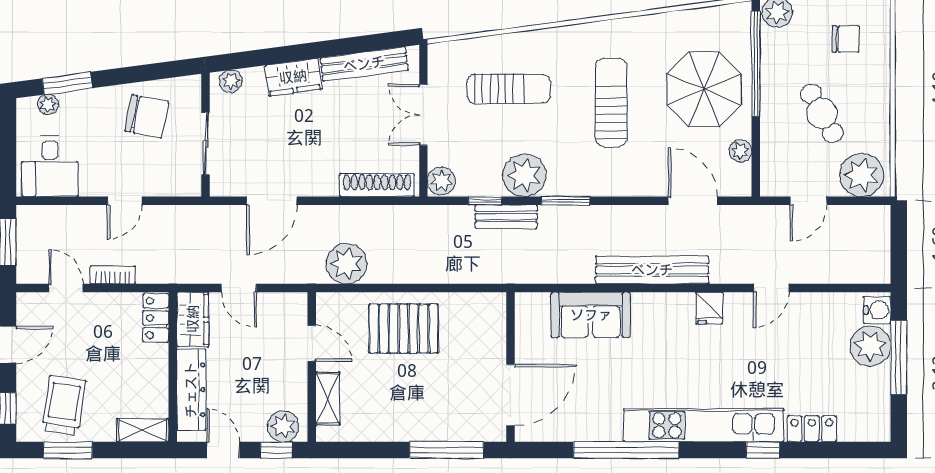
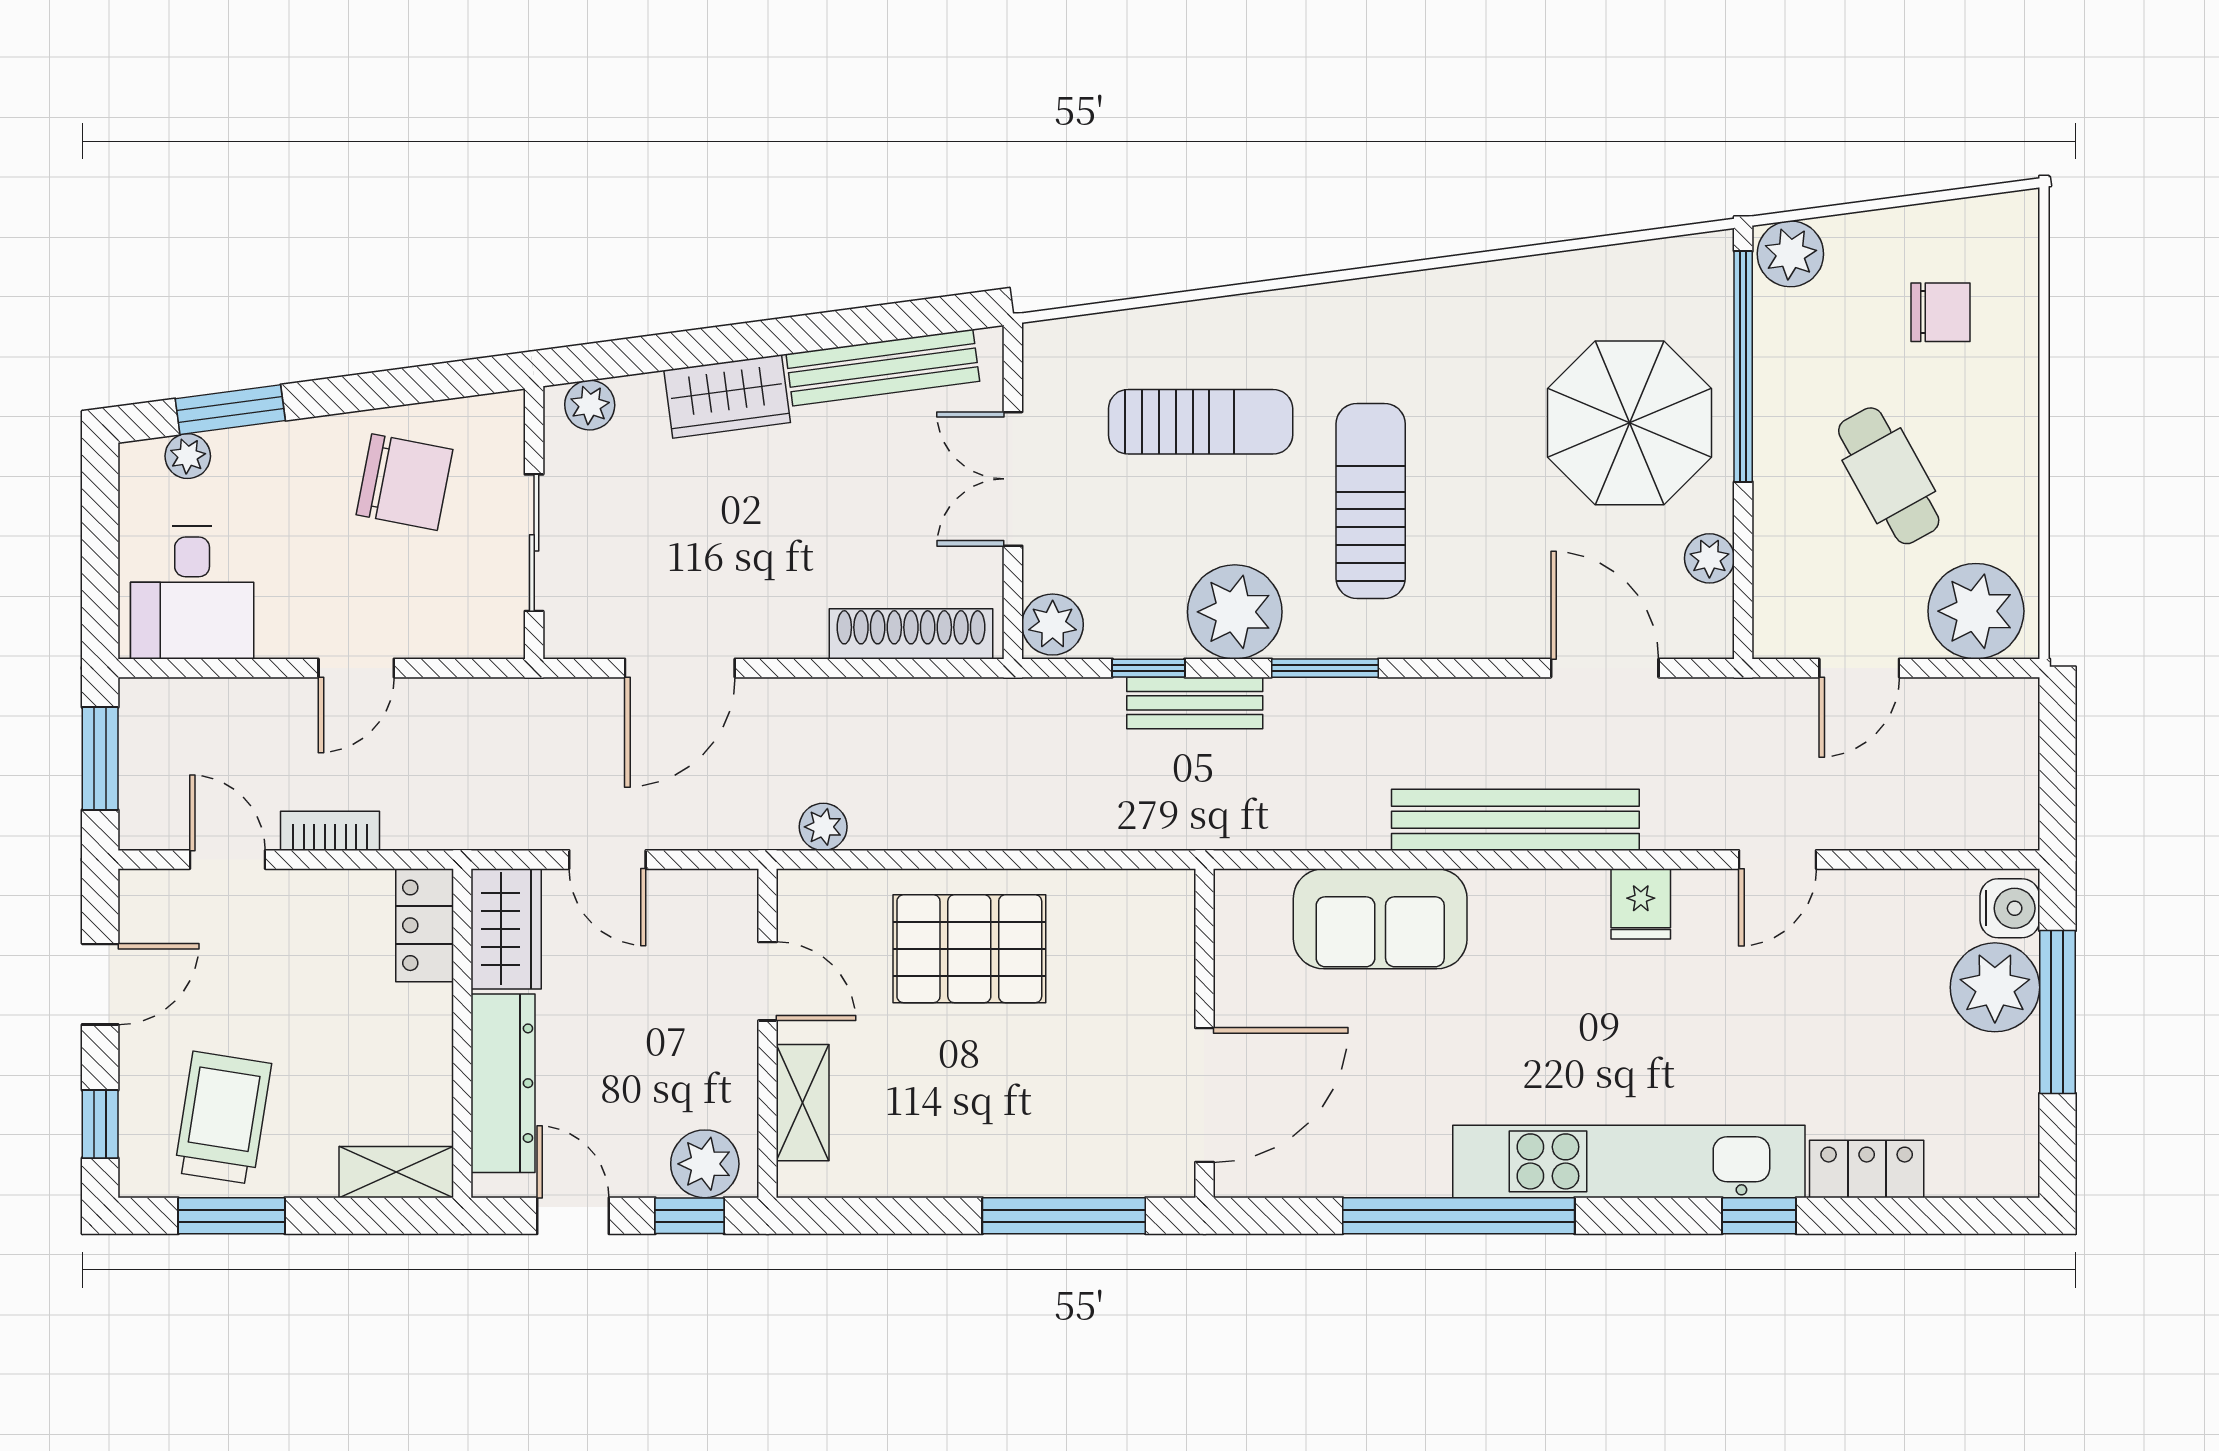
sun lounger: (611, 102) -> (1371, 501), moved
plant: (347, 264) -> (823, 827), width x0.53, depth x0.53

